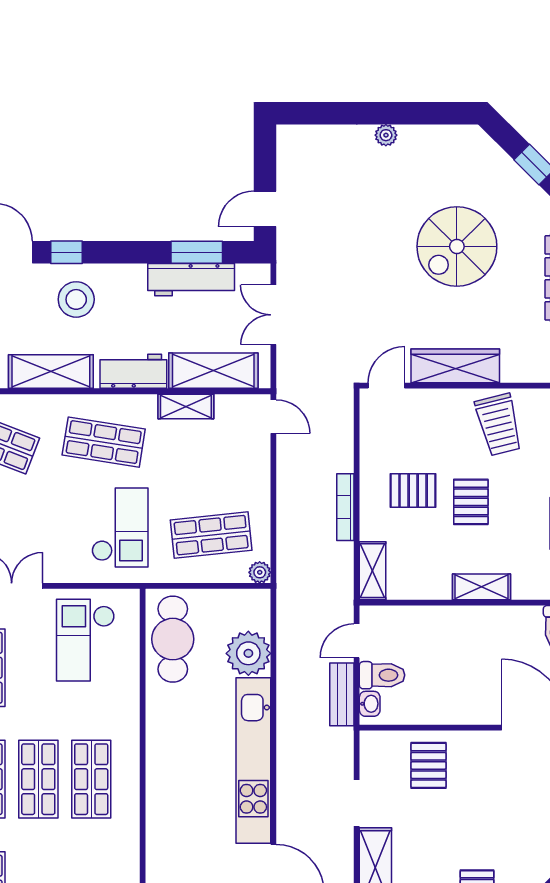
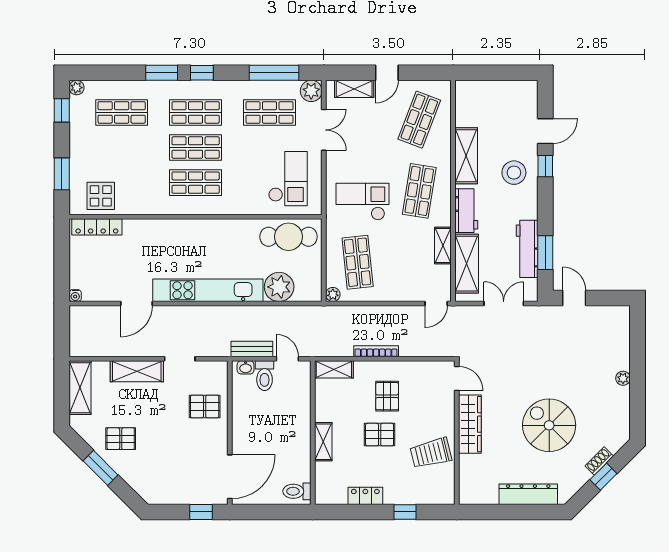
shoe rack: (511, 171) -> (599, 461), added
checkout: (120, 528) -> (363, 202), turned 180
checkout: (85, 640) -> (288, 179), turned 90

